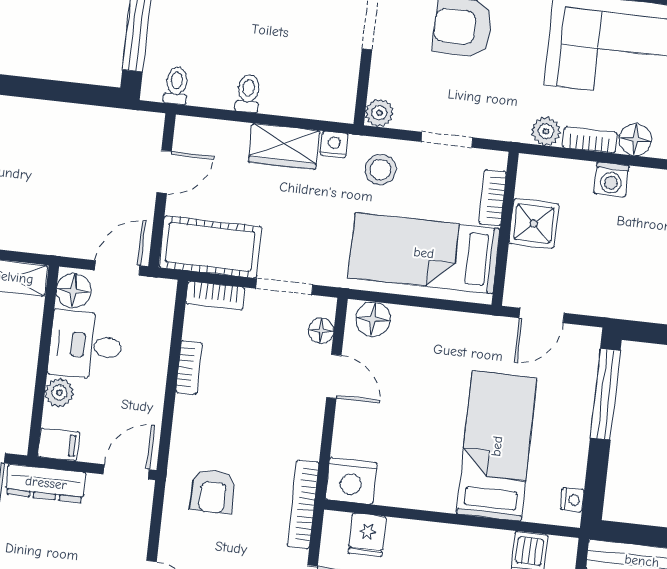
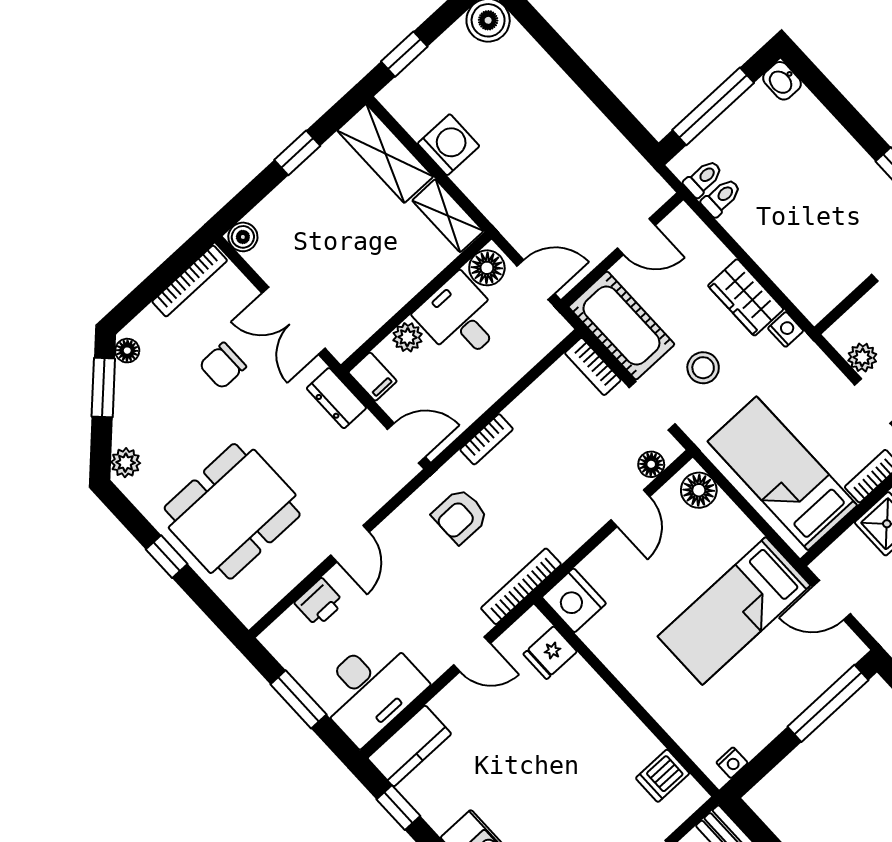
toilet: (248, 93) -> (721, 197), moved
plant: (379, 113) -> (862, 357), moved
stool: (380, 170) -> (703, 368), moved
bookcase: (189, 367) -> (487, 439), moved
bed: (497, 446) -> (734, 611), moved, turned 180
dresser: (46, 483) -> (336, 398), width x0.70

